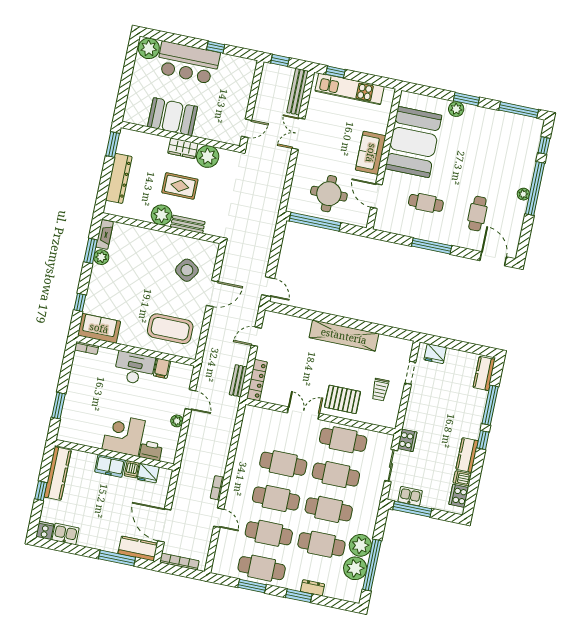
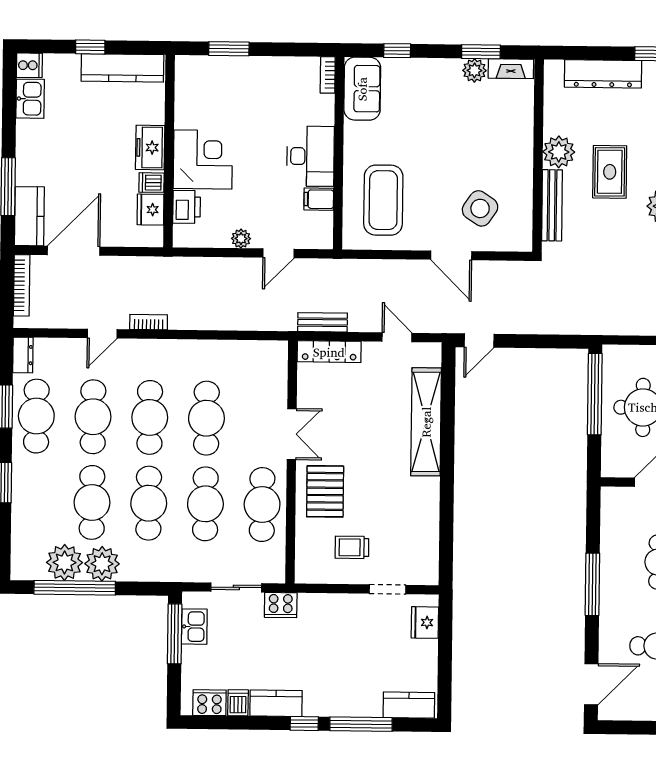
bench: (188, 224) -> (552, 205), width x1.36
shelving: (344, 336) -> (426, 422), moved
dresser: (313, 588) -> (23, 355), moved

